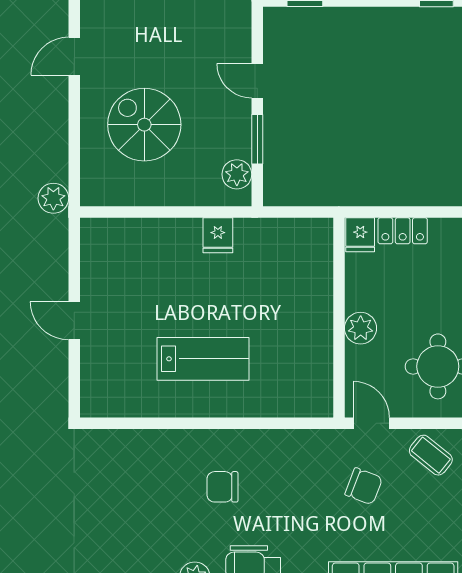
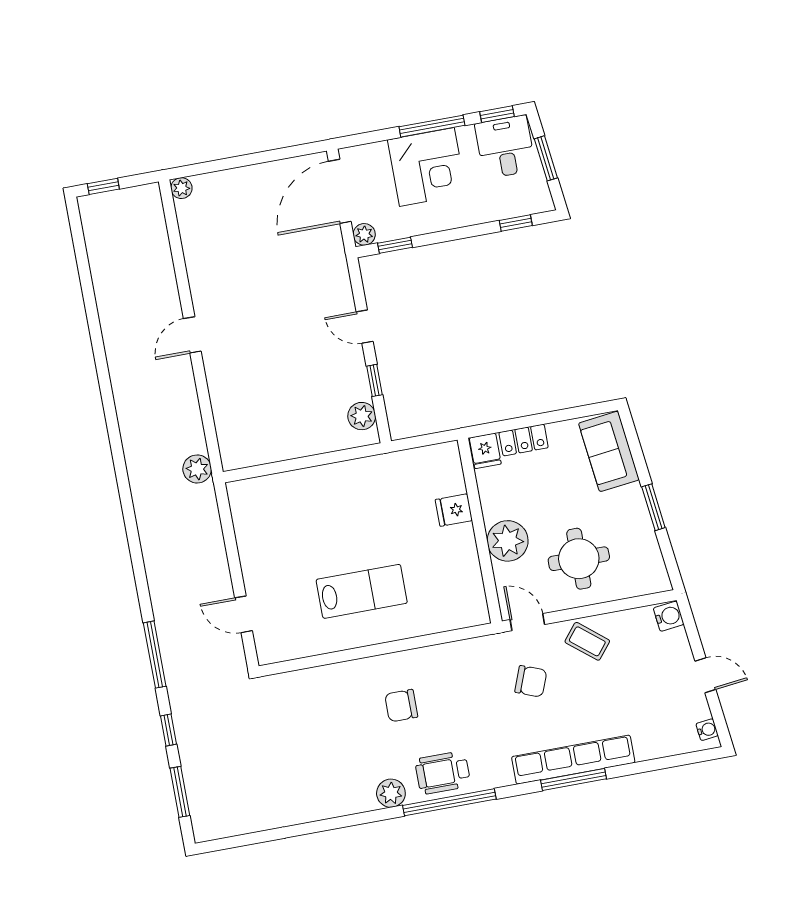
spiral stairs: (144, 125) -> (268, 386), removed
window: (257, 139) -> (375, 380), width x0.67
fridge: (218, 235) -> (454, 510), moved, turned 90
door: (74, 321) -> (244, 614), moved
plant: (361, 328) -> (508, 541), width x1.36, depth x1.36

